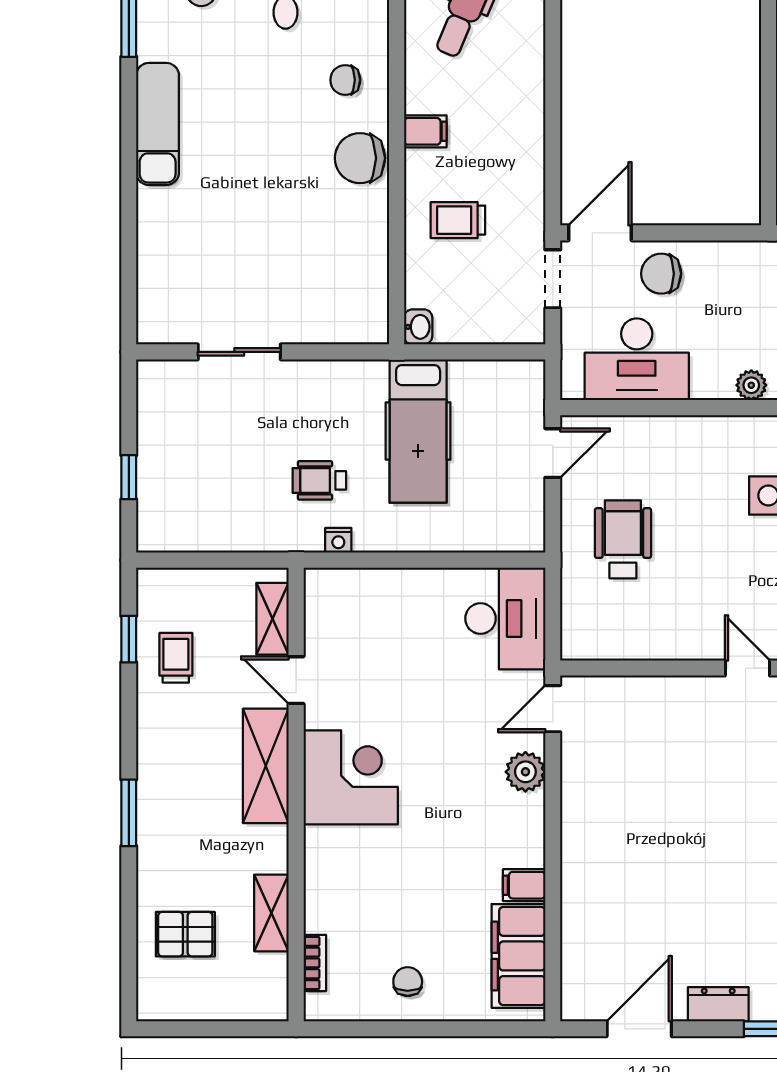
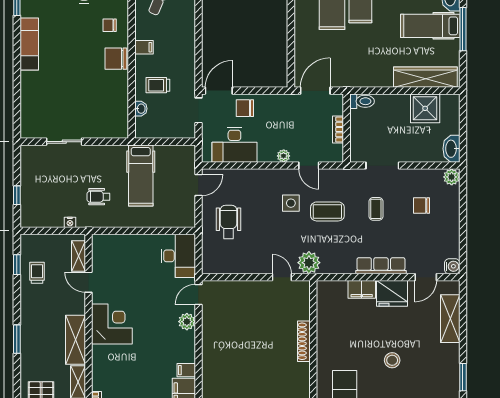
washbasin: (418, 327) -> (141, 109), moved
nightstand: (338, 540) -> (70, 222), moved
shelving: (266, 766) -> (76, 340), moved

